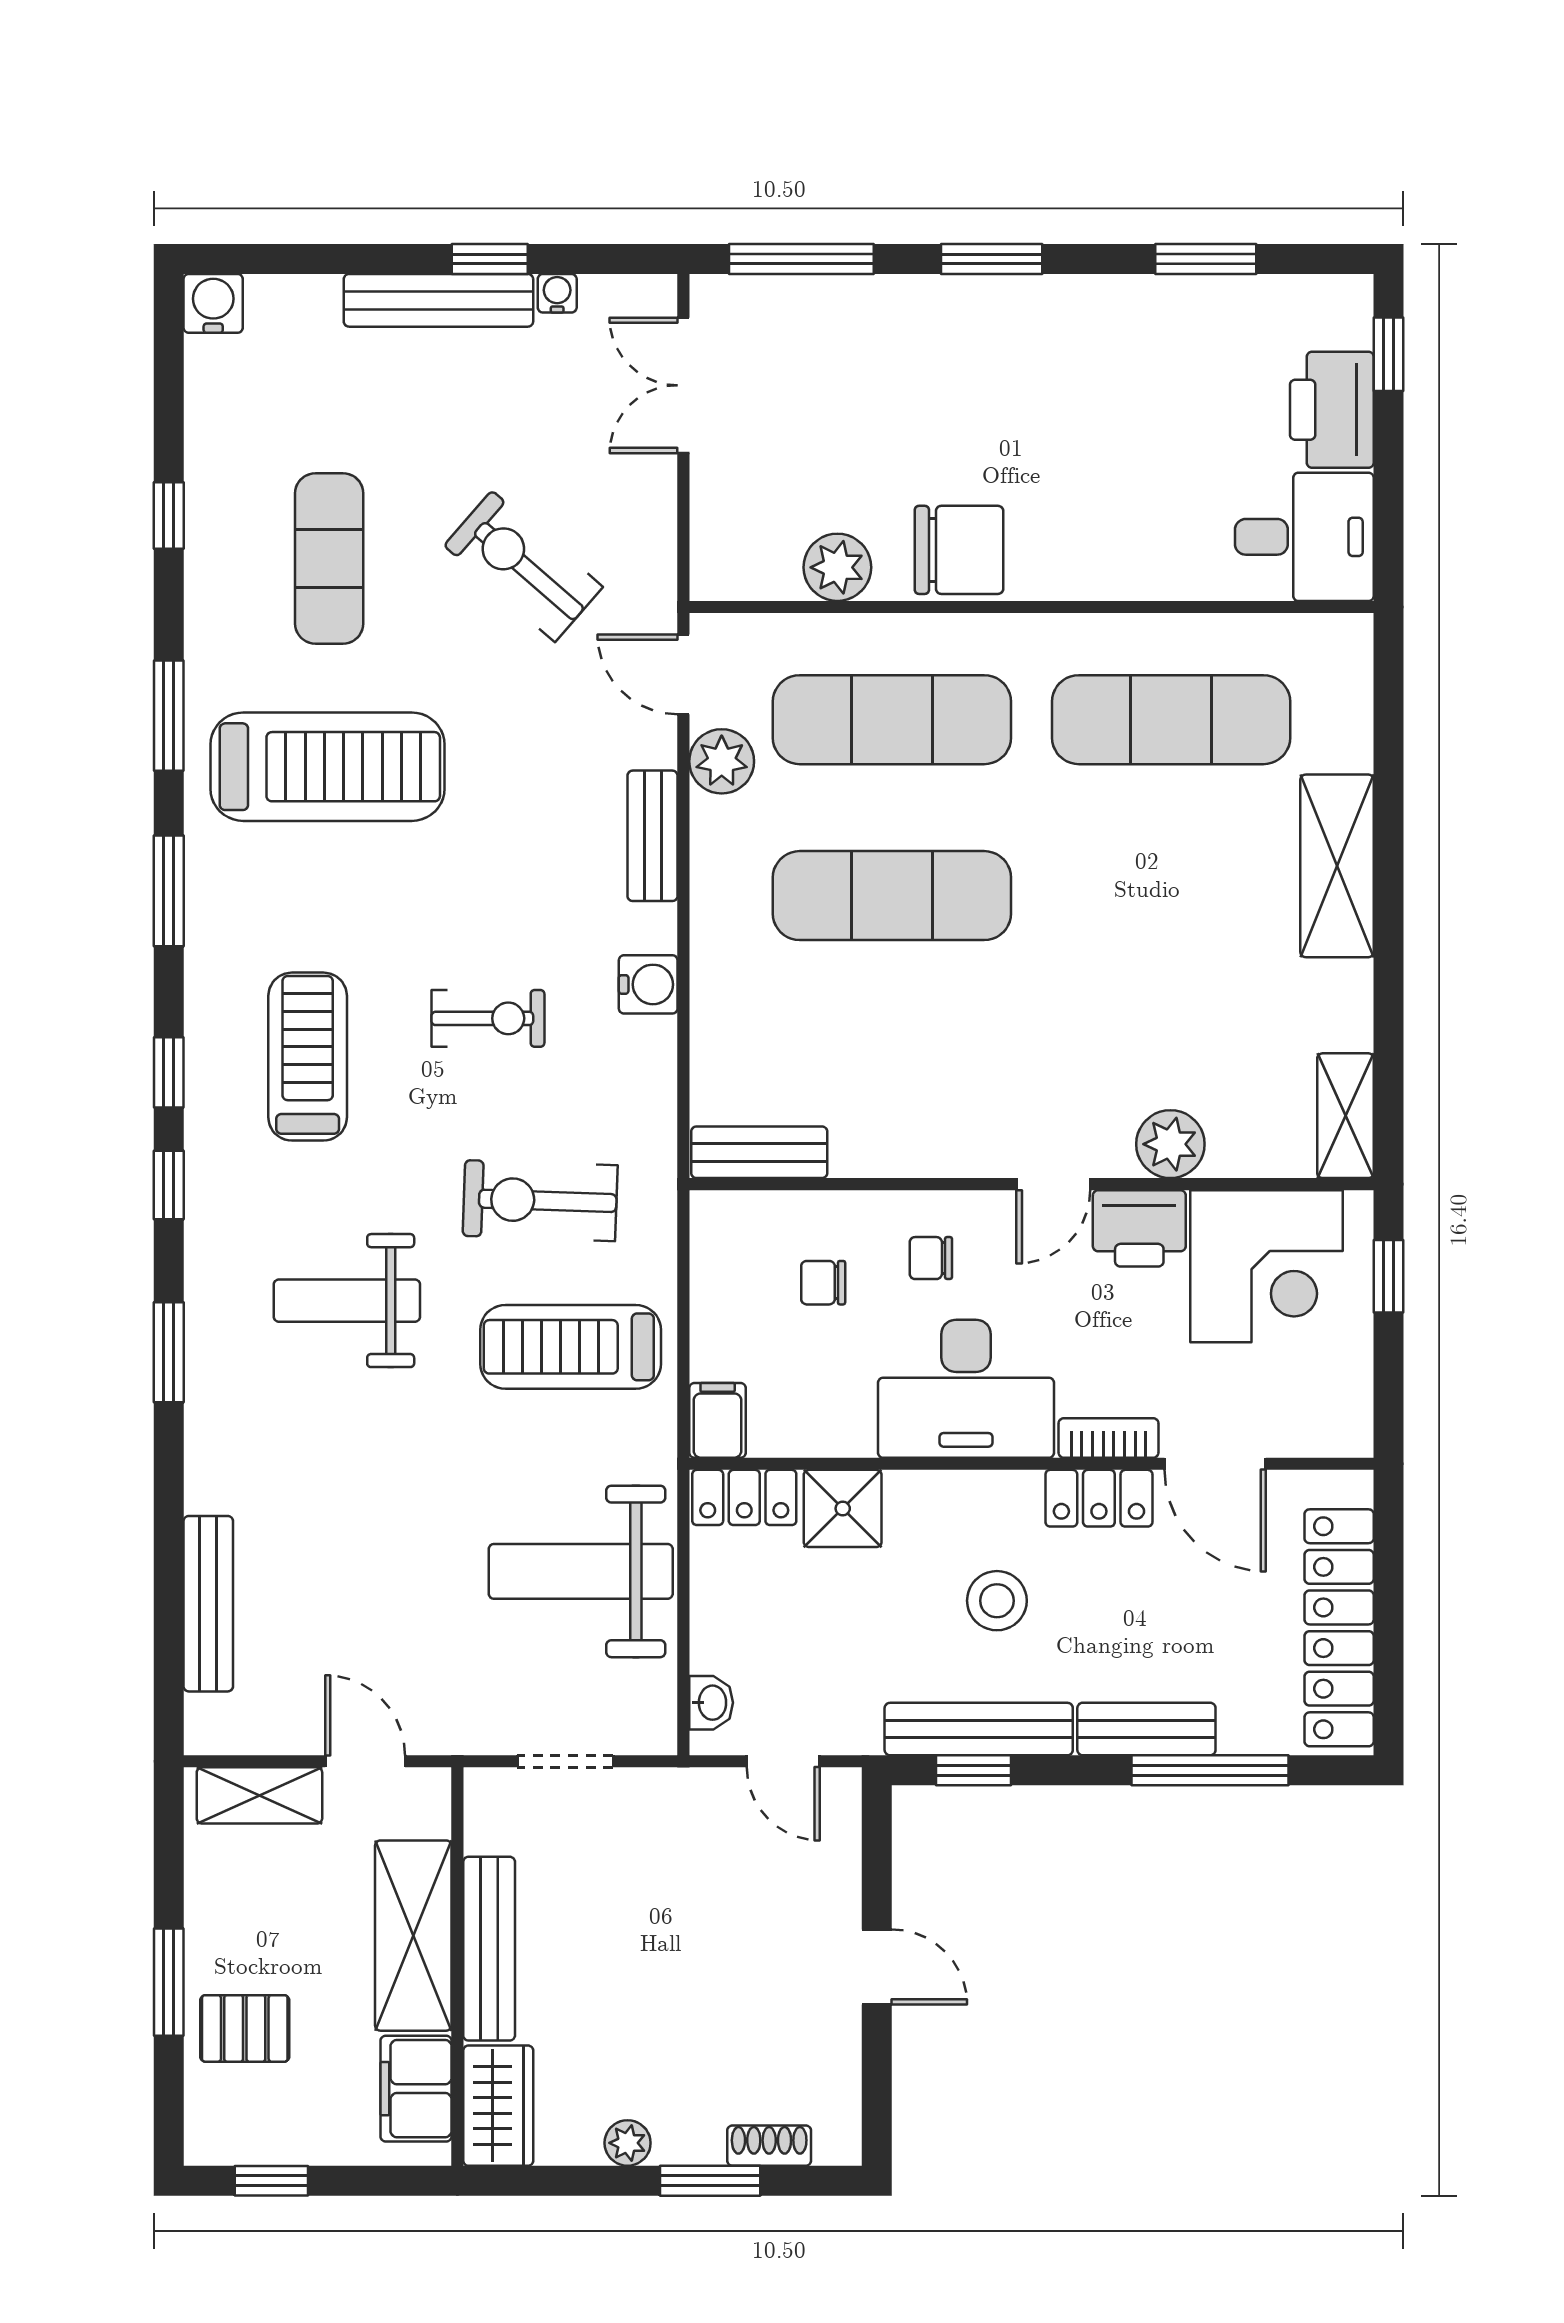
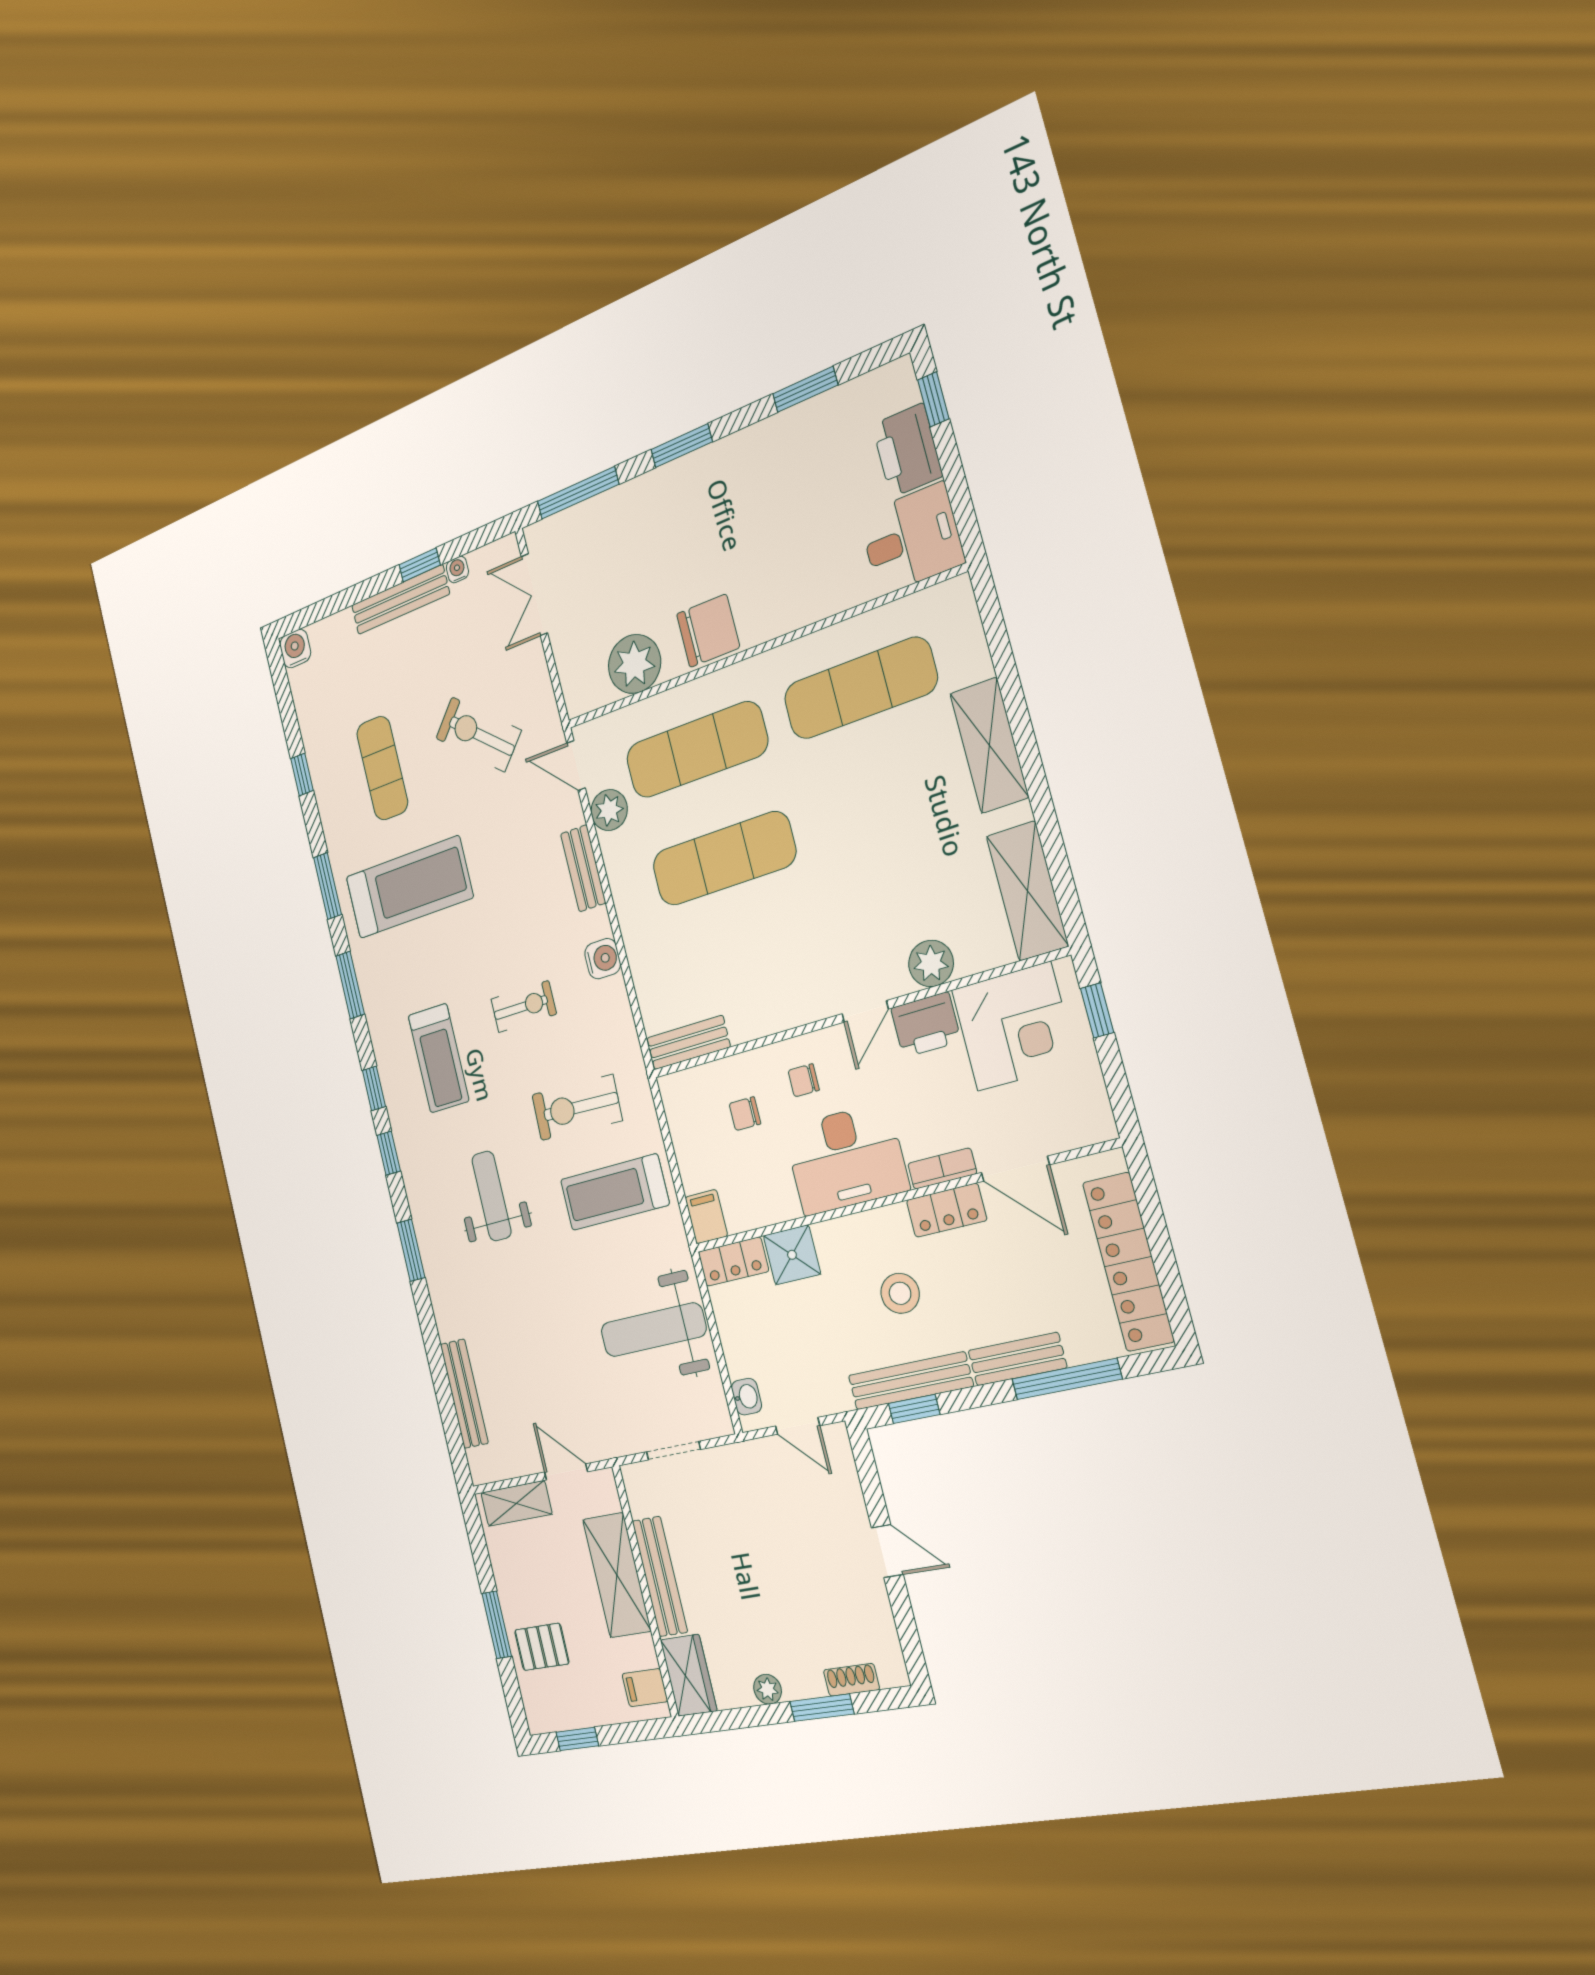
plant: (837, 567) -> (634, 664), width x1.36, depth x1.36
treadmill: (308, 1057) -> (439, 1058), turned 180
shelving: (1345, 1116) -> (1027, 891), width x1.50, depth x1.33
weight bench: (347, 1301) -> (492, 1196), turned 90
filing cabinet: (416, 2089) -> (645, 1688), width x0.50

